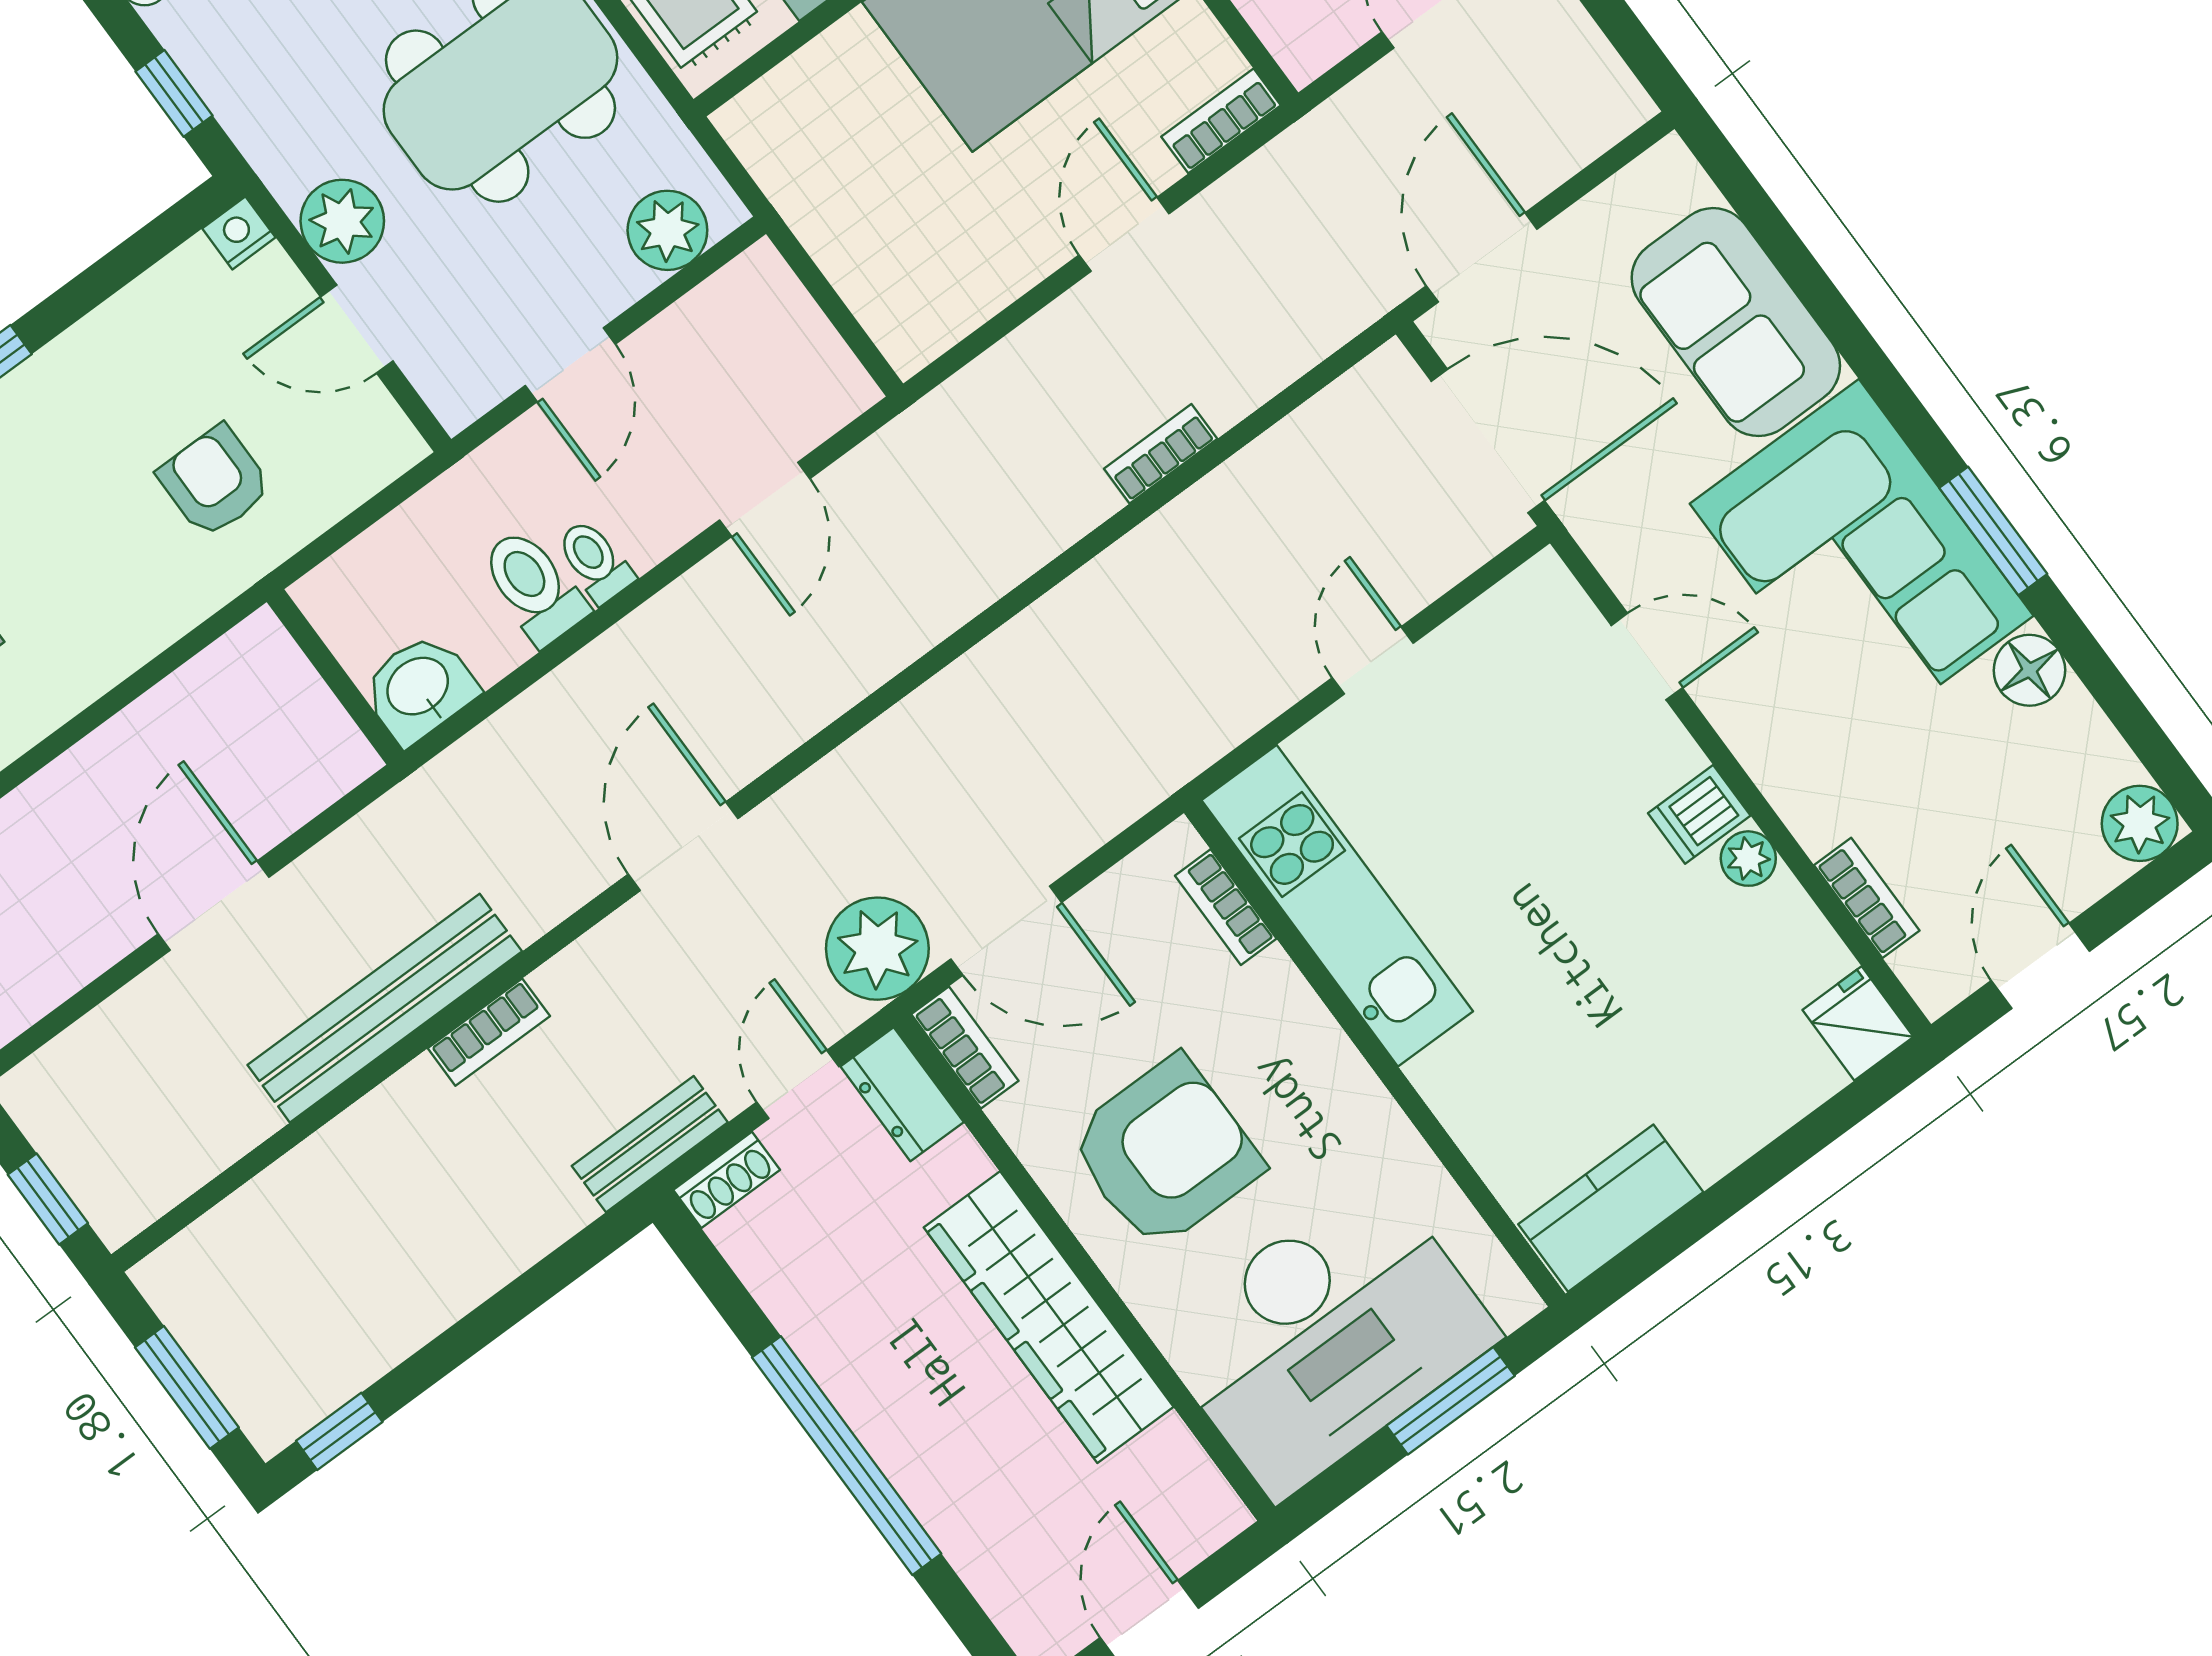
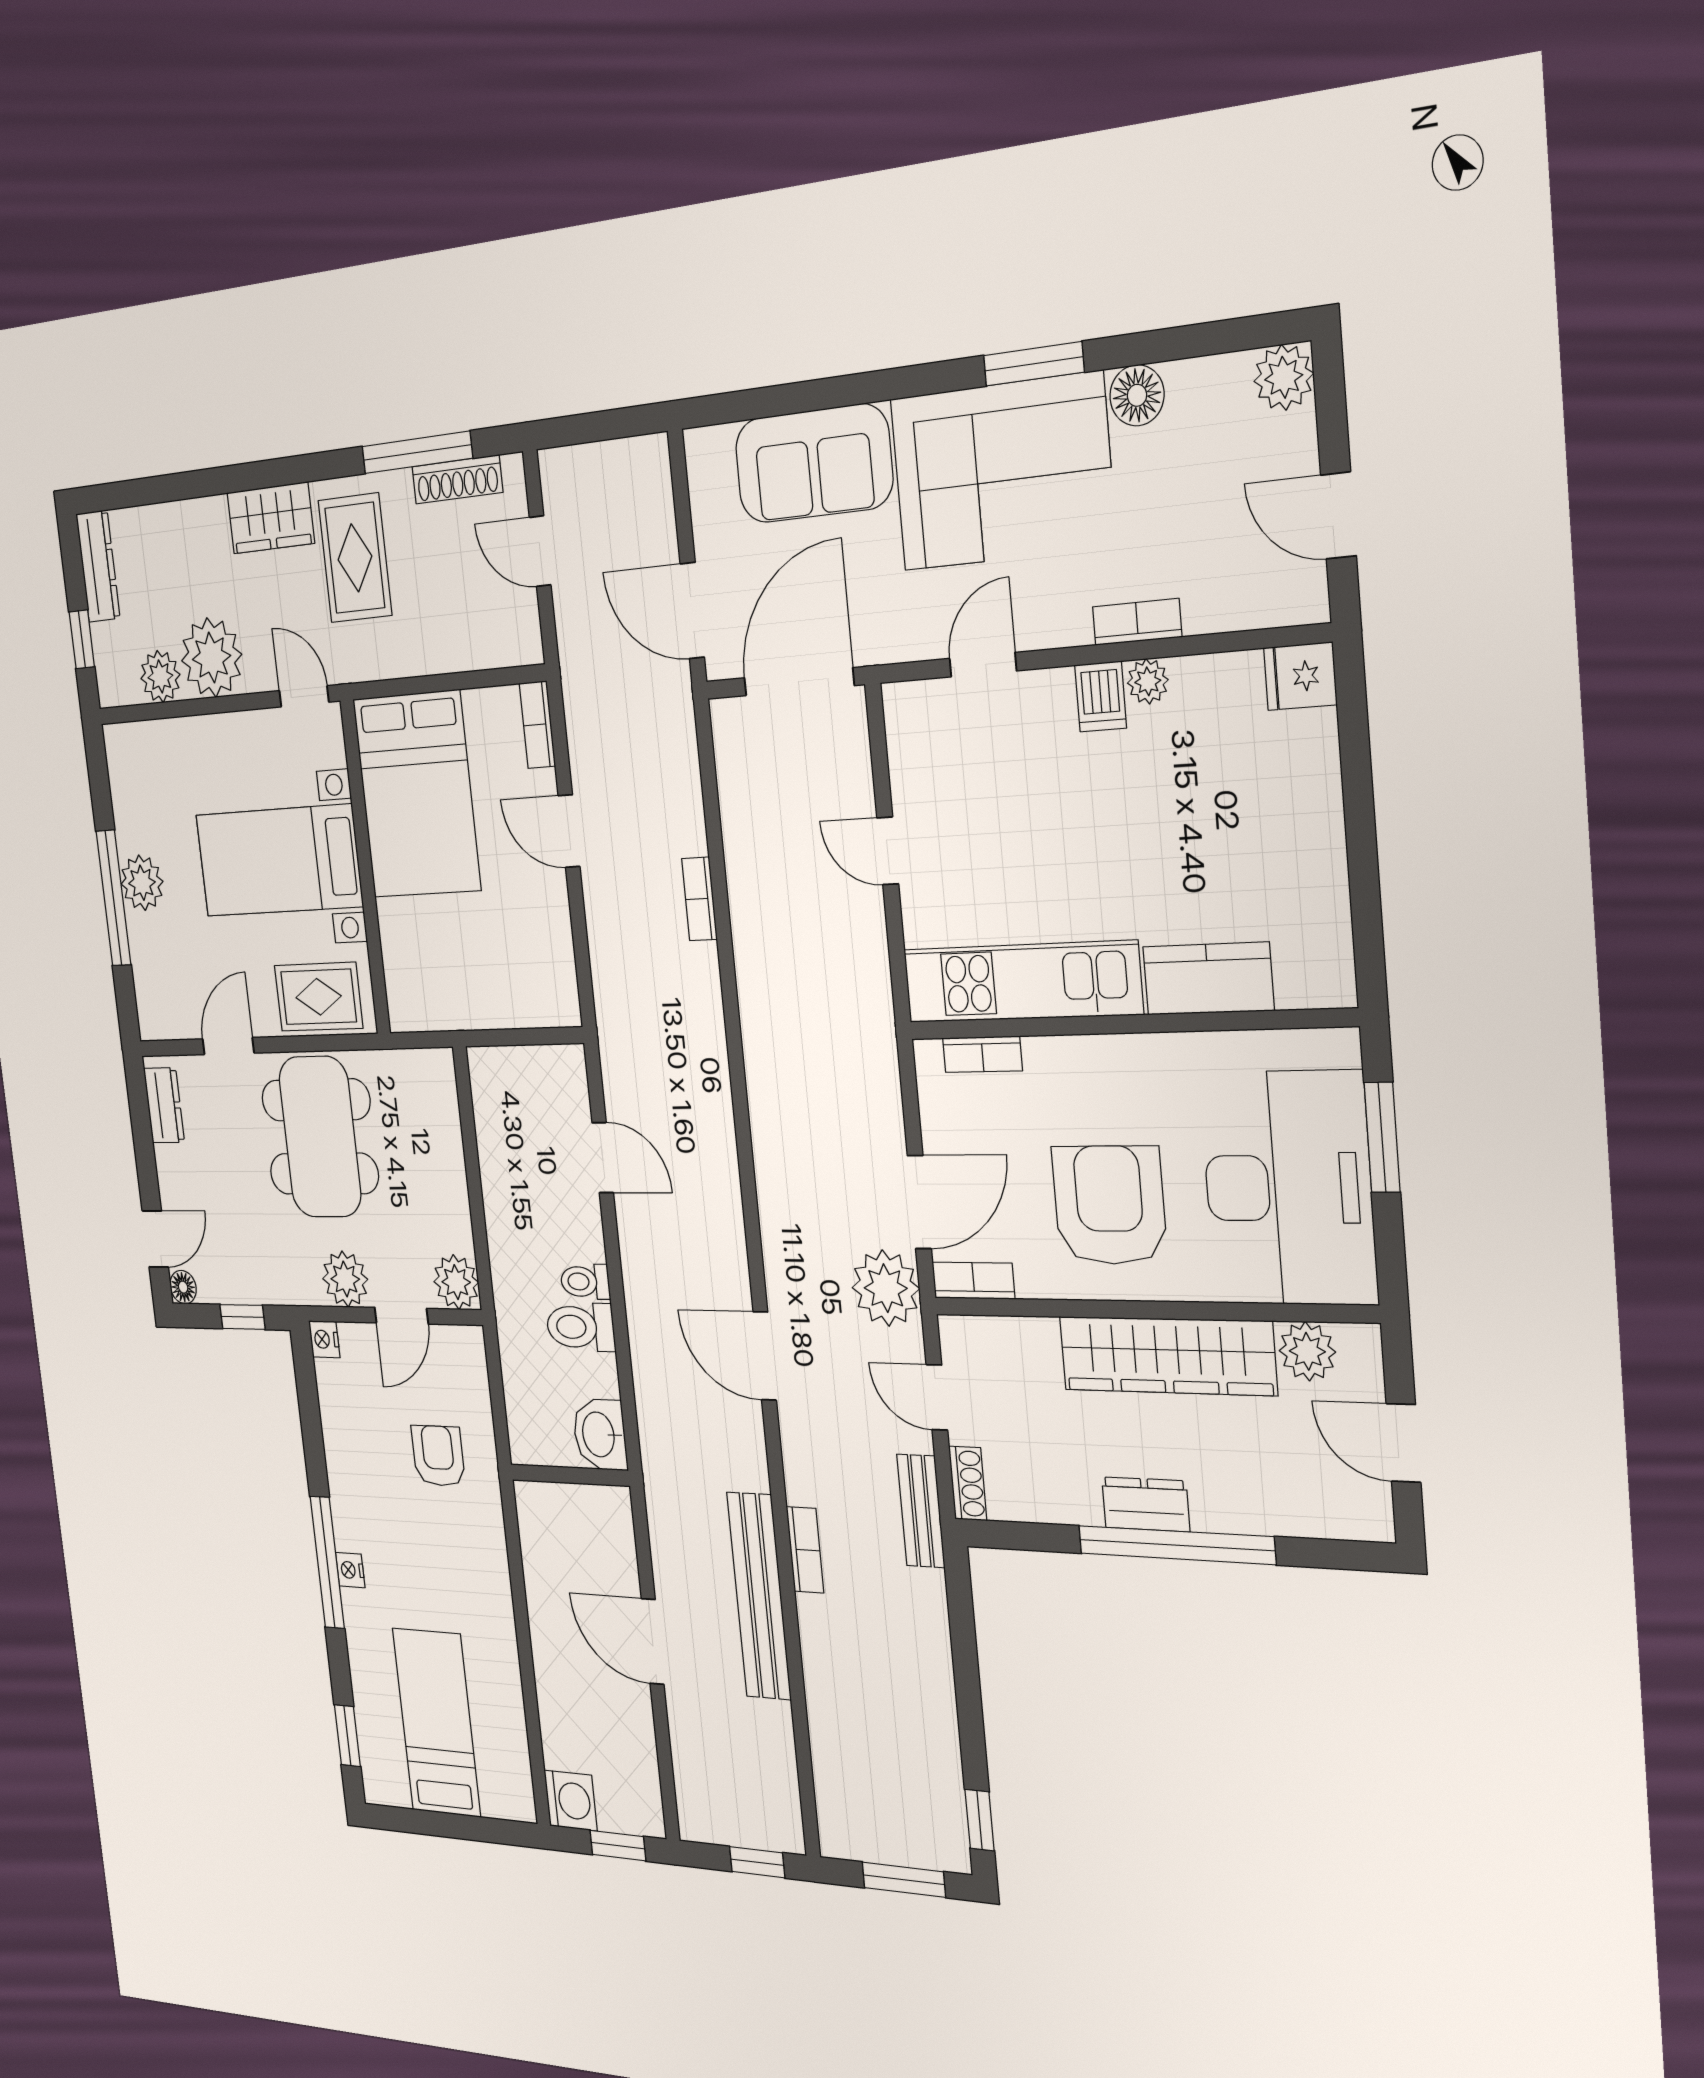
plant: (667, 230) -> (456, 1282), moved
door: (570, 365) -> (477, 1213), removed
armchair: (215, 481) -> (438, 1456), turned 90
bookcase: (1867, 898) -> (1137, 622), moved
dresser: (902, 1094) -> (1146, 1504), moved, turned 180
kitchen counter: (1611, 1208) -> (1208, 979), moved, turned 90
plant: (1169, 1464) -> (1307, 1351), added

